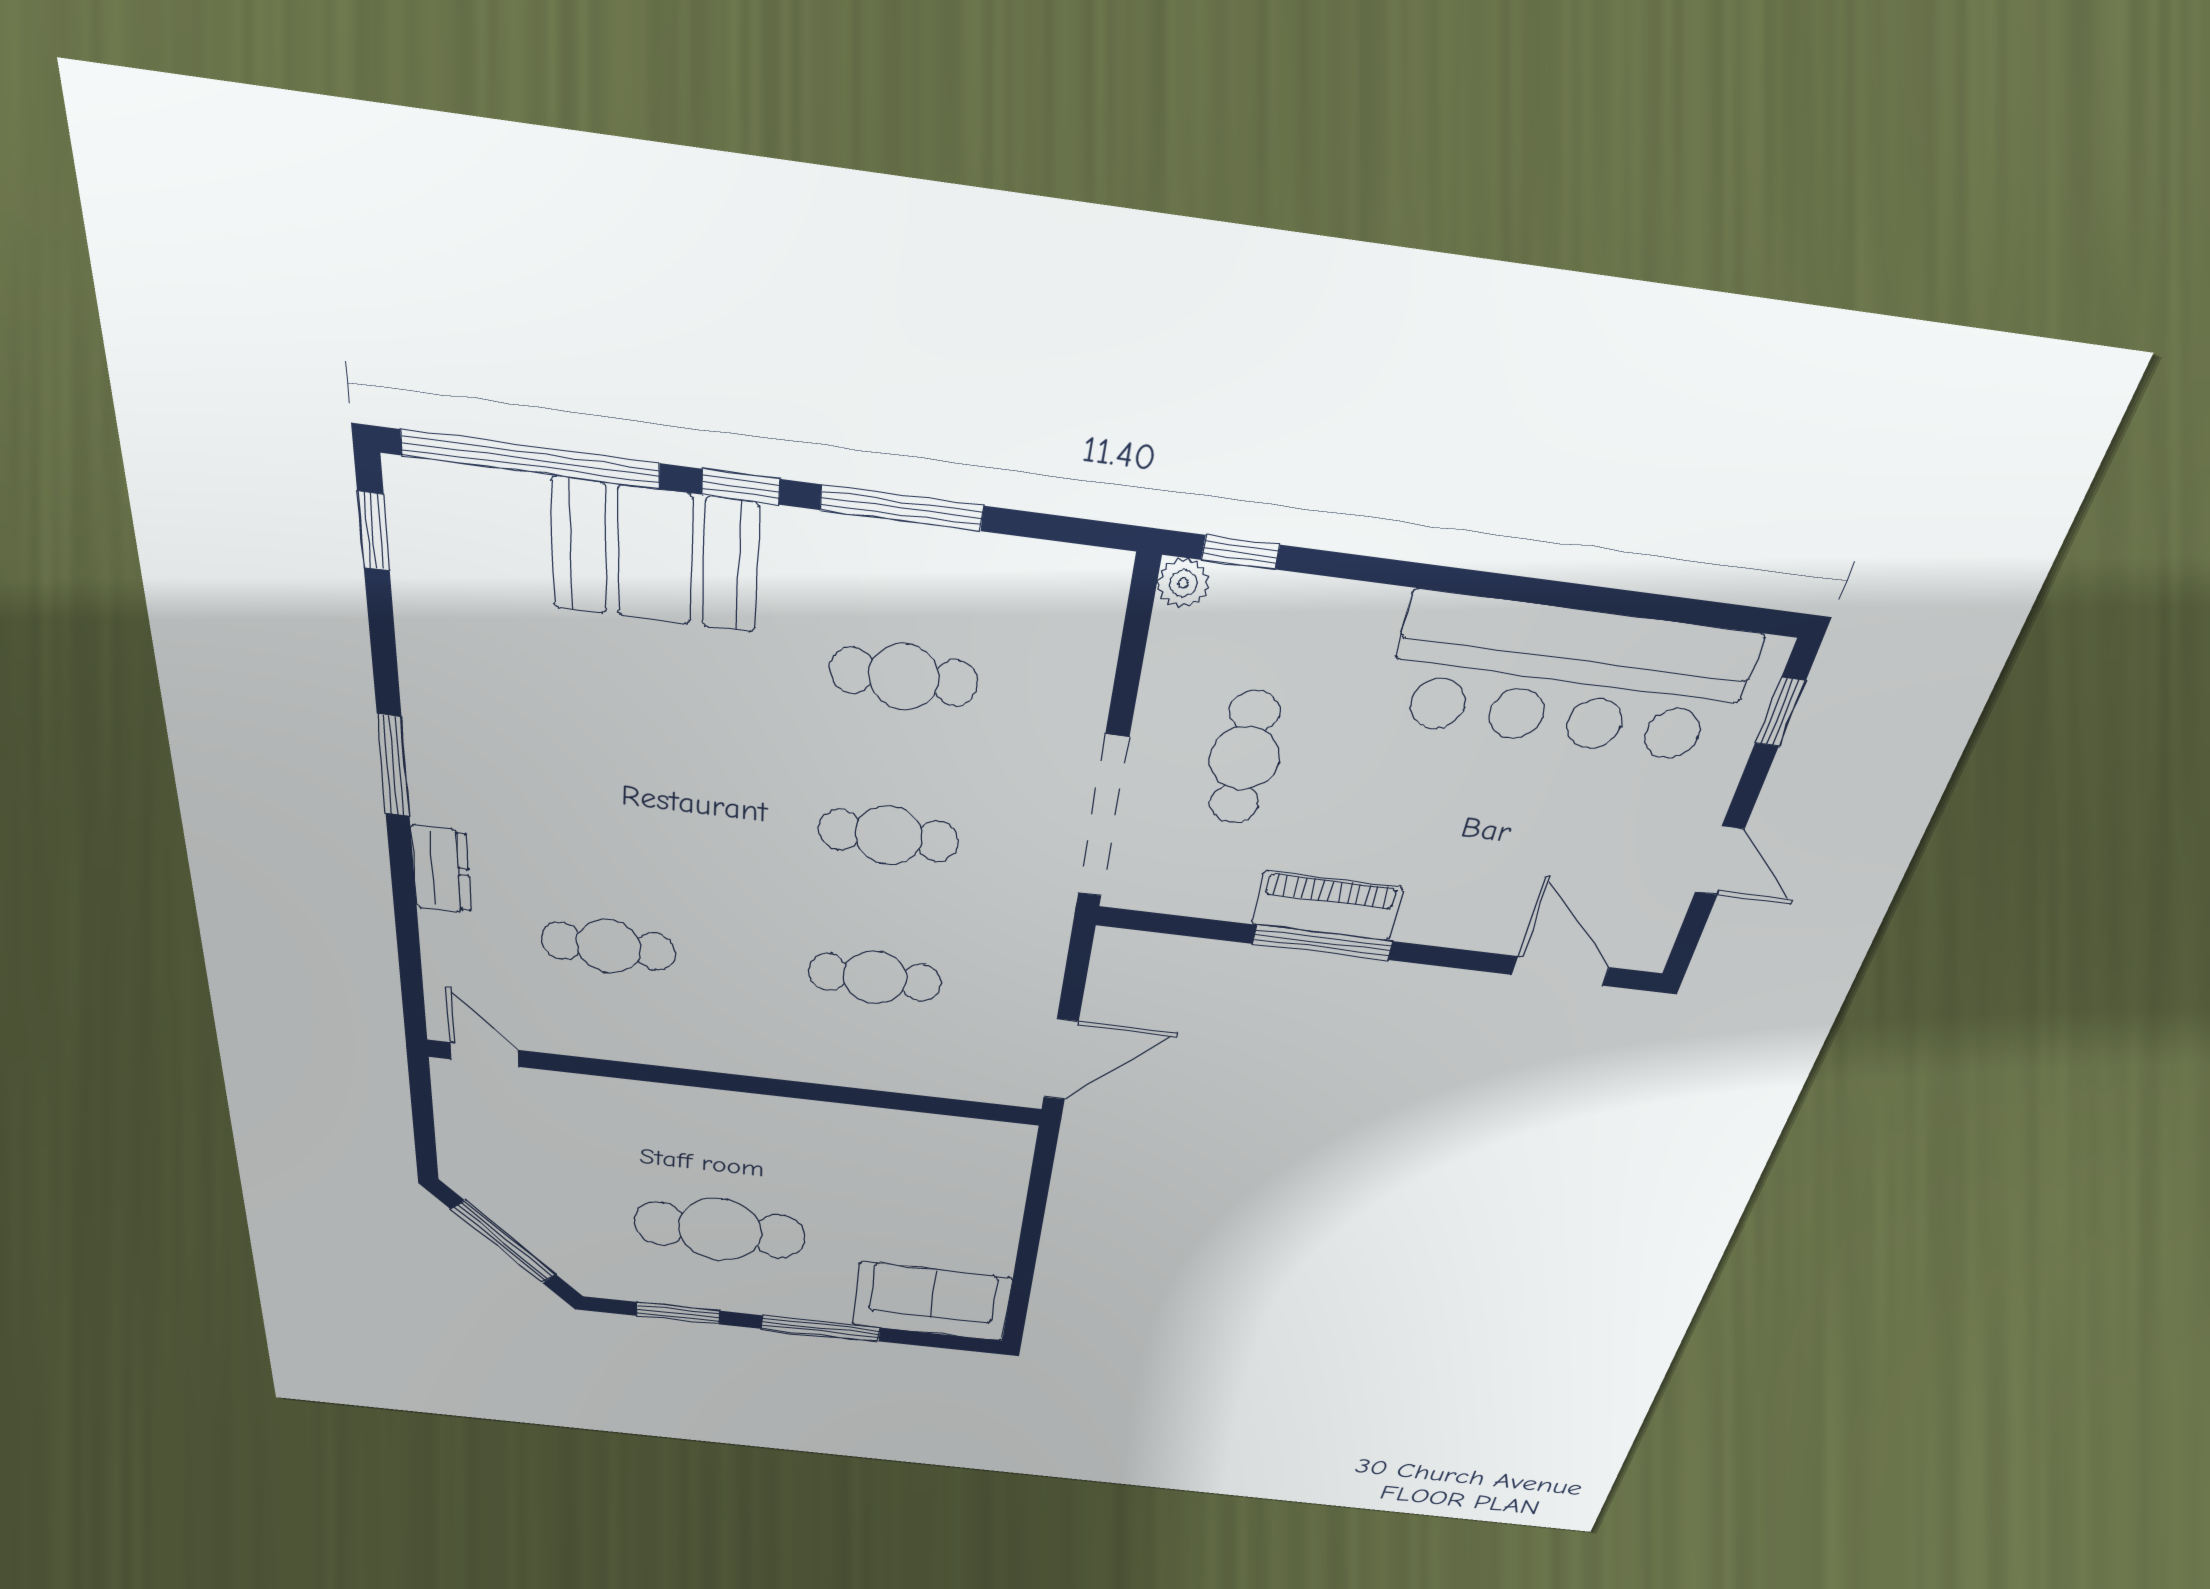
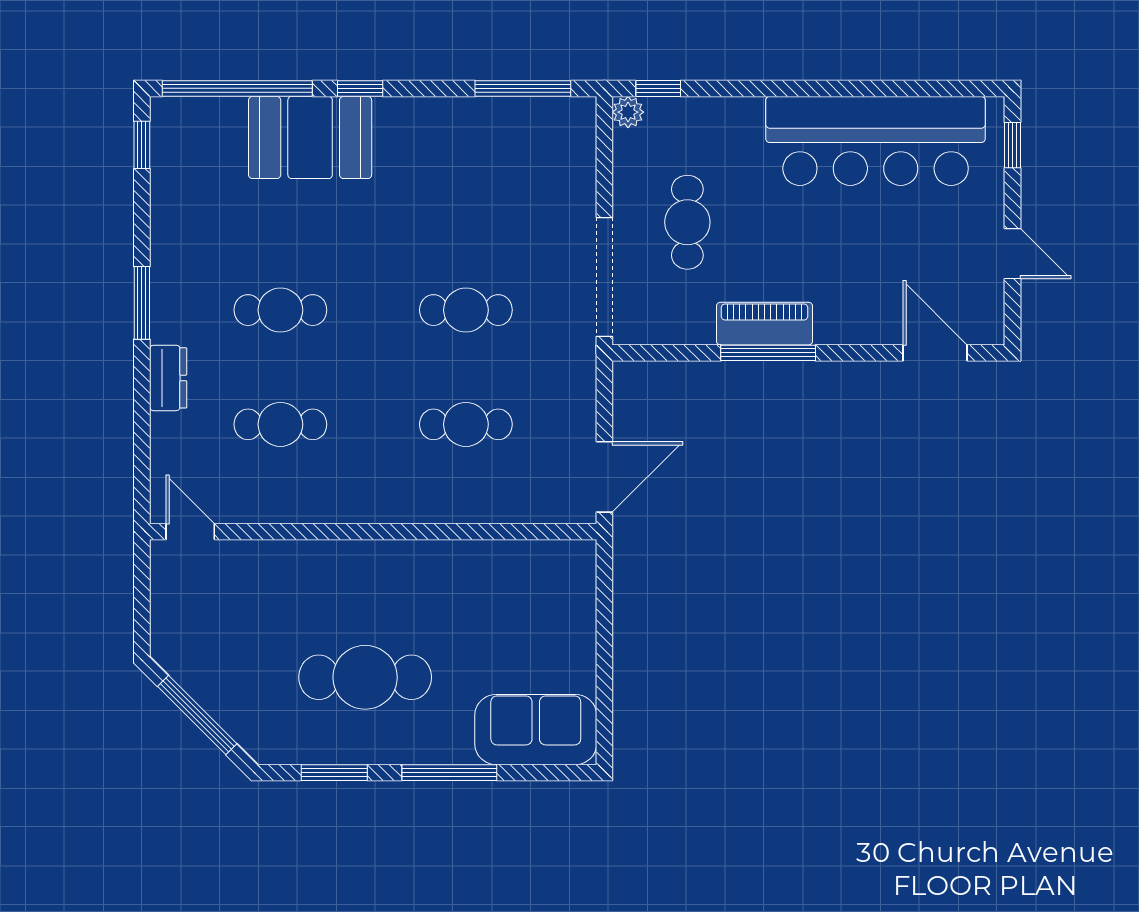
window: (902, 508) -> (523, 88), moved
cafe table: (904, 677) -> (280, 310), moved

